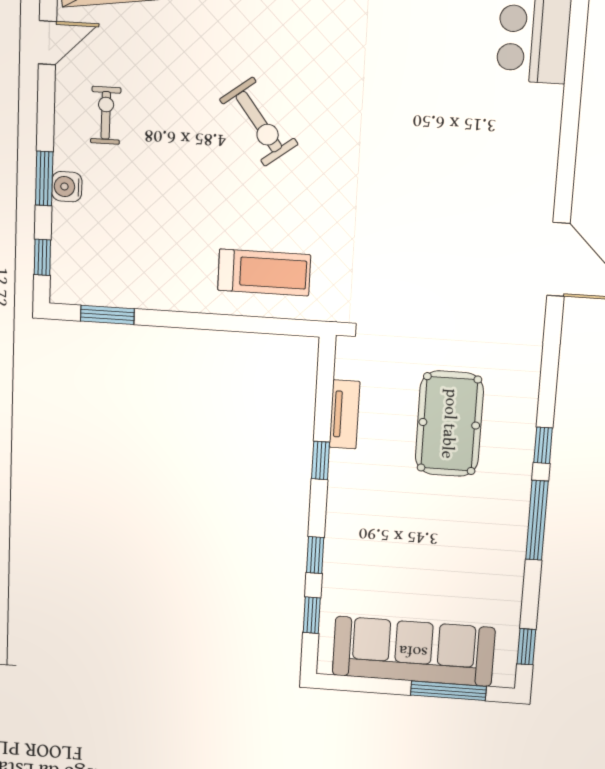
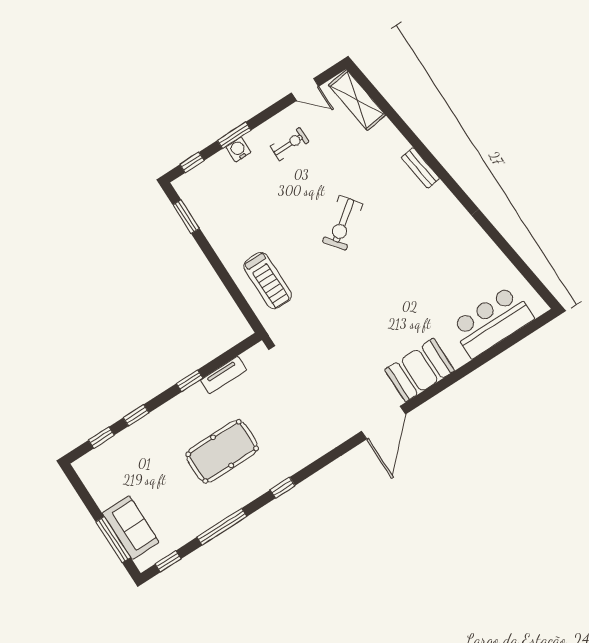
booth: (526, 163) -> (420, 370), added
pool table: (449, 424) -> (222, 451), moved
window: (537, 520) -> (222, 527), moved
sofa: (413, 651) -> (131, 527), width x0.54, depth x0.79

